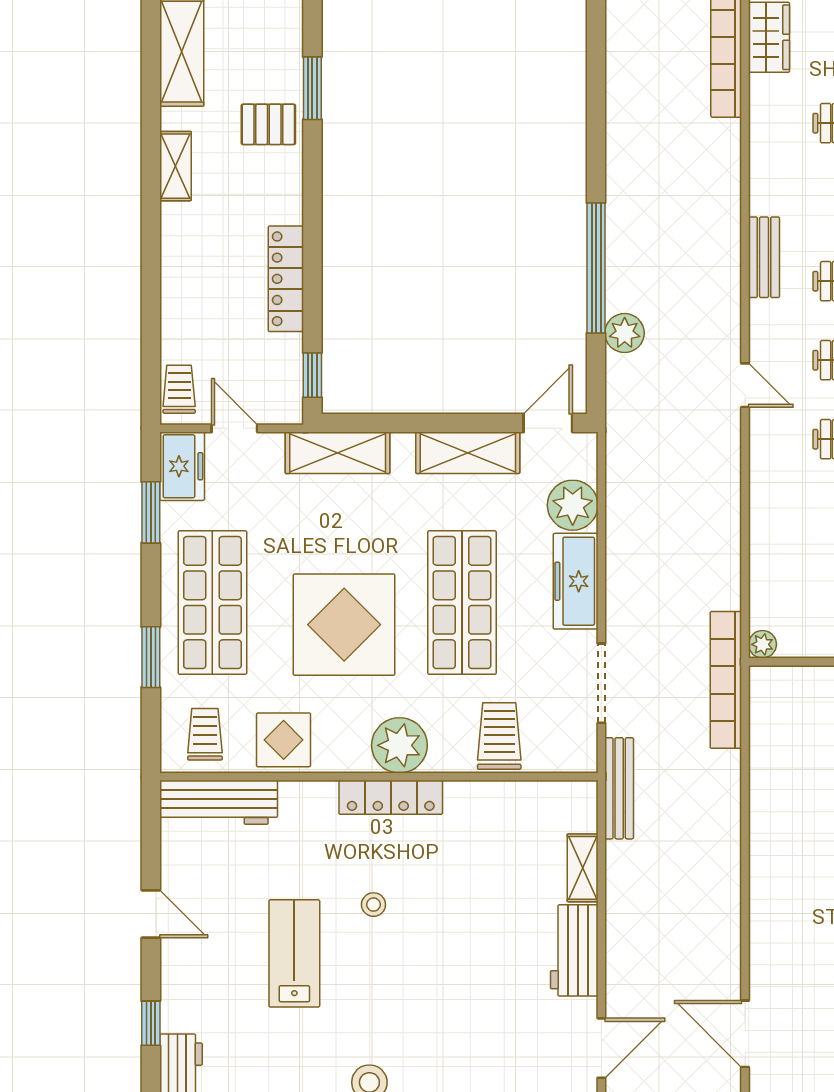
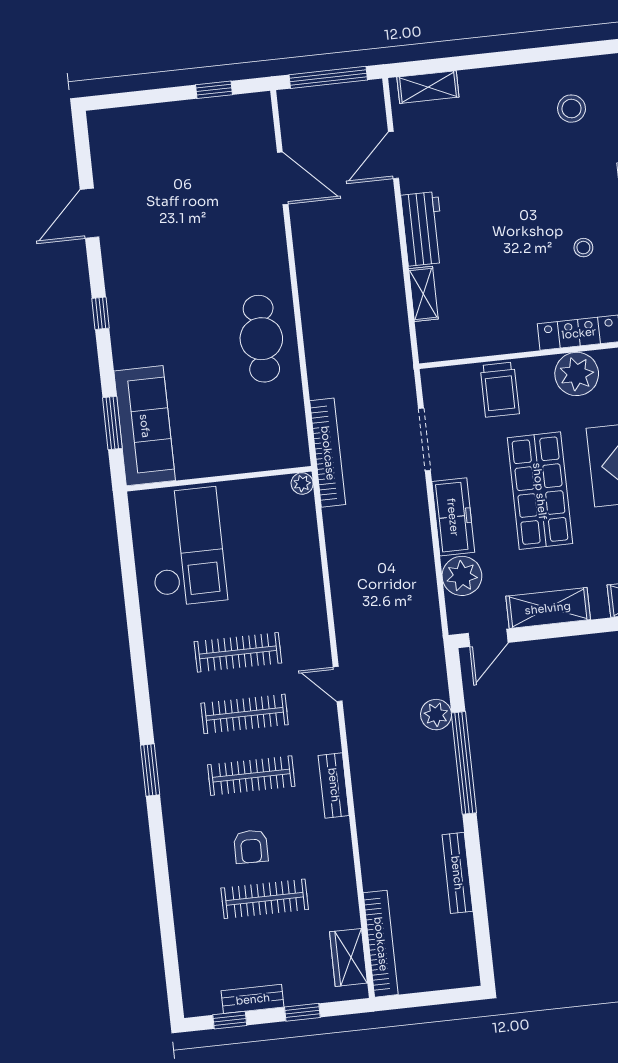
bench: (619, 788) -> (457, 873), moved
cafe table: (794, 833) -> (261, 339), added

